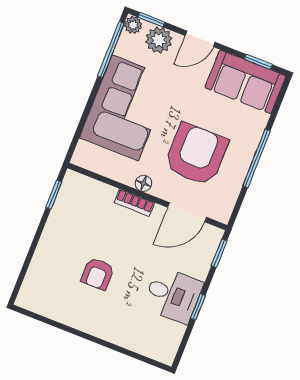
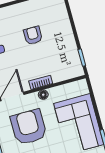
armchair: (196, 154) -> (29, 127), turned 180

